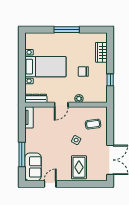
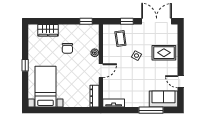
window: (67, 30) -> (25, 65), width x0.46
bed with nightstands: (45, 67) -> (46, 87), moved
window: (110, 80) -> (86, 21), moved
door: (61, 105) -> (101, 71), hinge flipped
window: (110, 131) -> (127, 21), added

